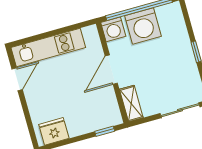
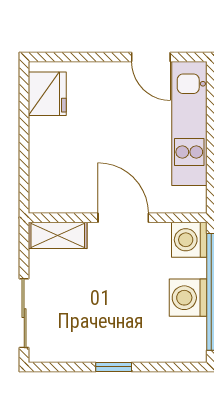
washing machine: (143, 26) -> (188, 298), width x0.73, depth x0.73
window: (105, 131) -> (24, 178), removed

